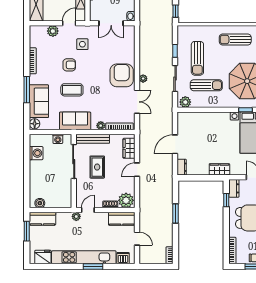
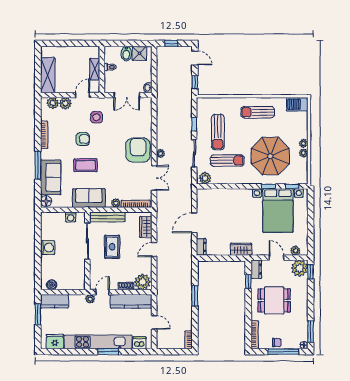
plant: (41, 31) -> (53, 103), added
washing machine: (36, 153) -> (48, 248), moved
kitchen counter: (122, 219) -> (131, 301), width x1.50

